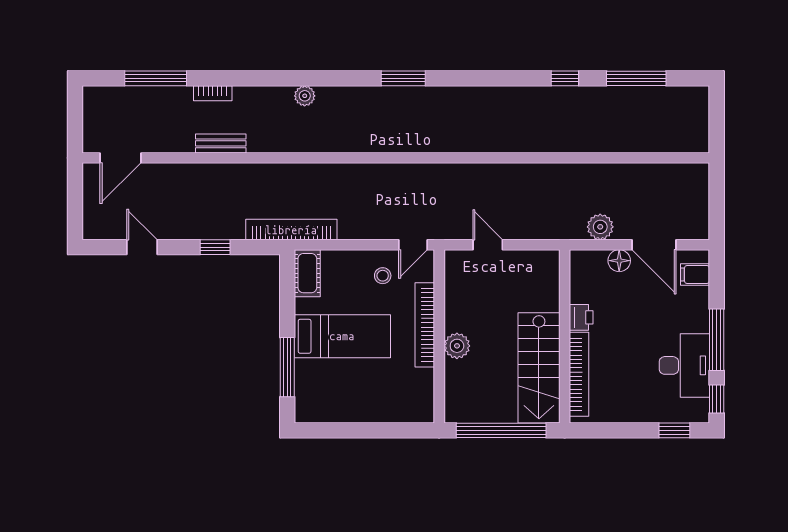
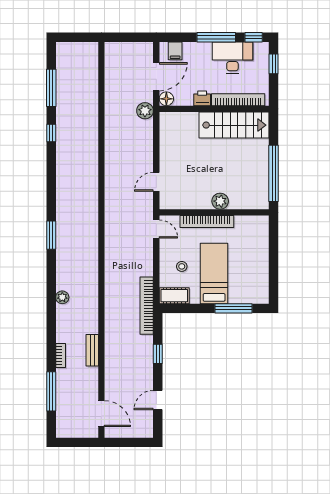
stool: (383, 276) -> (182, 266), moved
printer: (581, 317) -> (202, 98), moved
wall: (565, 336) -> (214, 109), moved
stairs: (539, 368) -> (234, 125), moved
bookcase: (579, 374) -> (238, 100), moved

